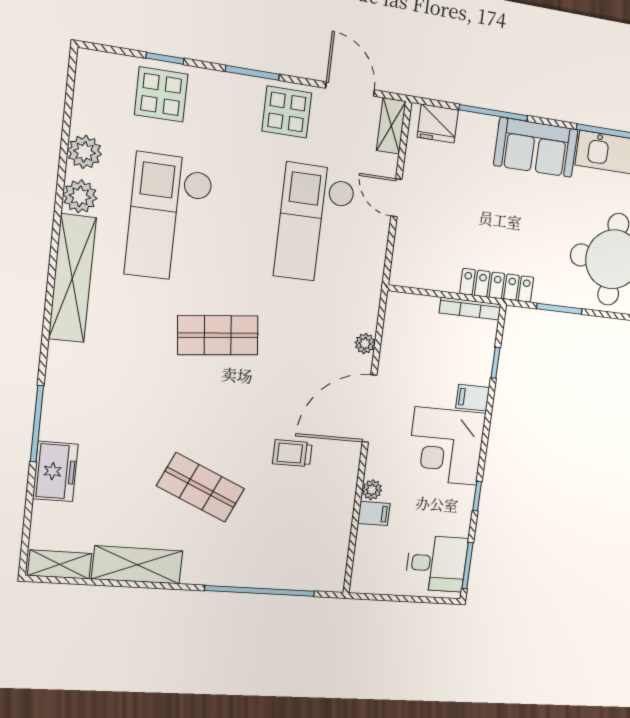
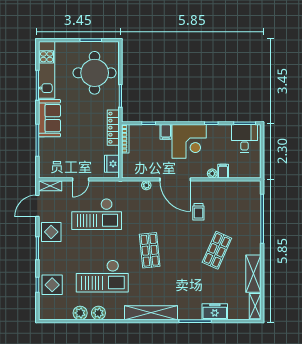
fridge: (438, 123) -> (112, 164), moved, turned 180
shelving: (72, 278) -> (151, 313), moved

